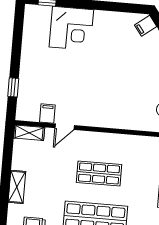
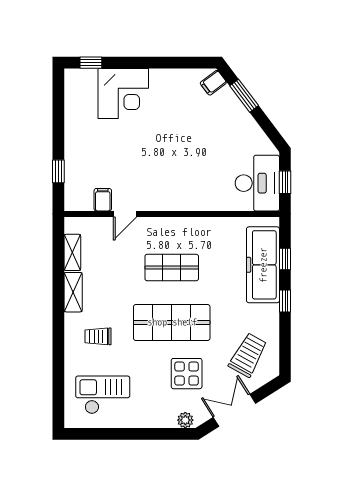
shelving: (29, 133) -> (72, 252), moved, turned 90

